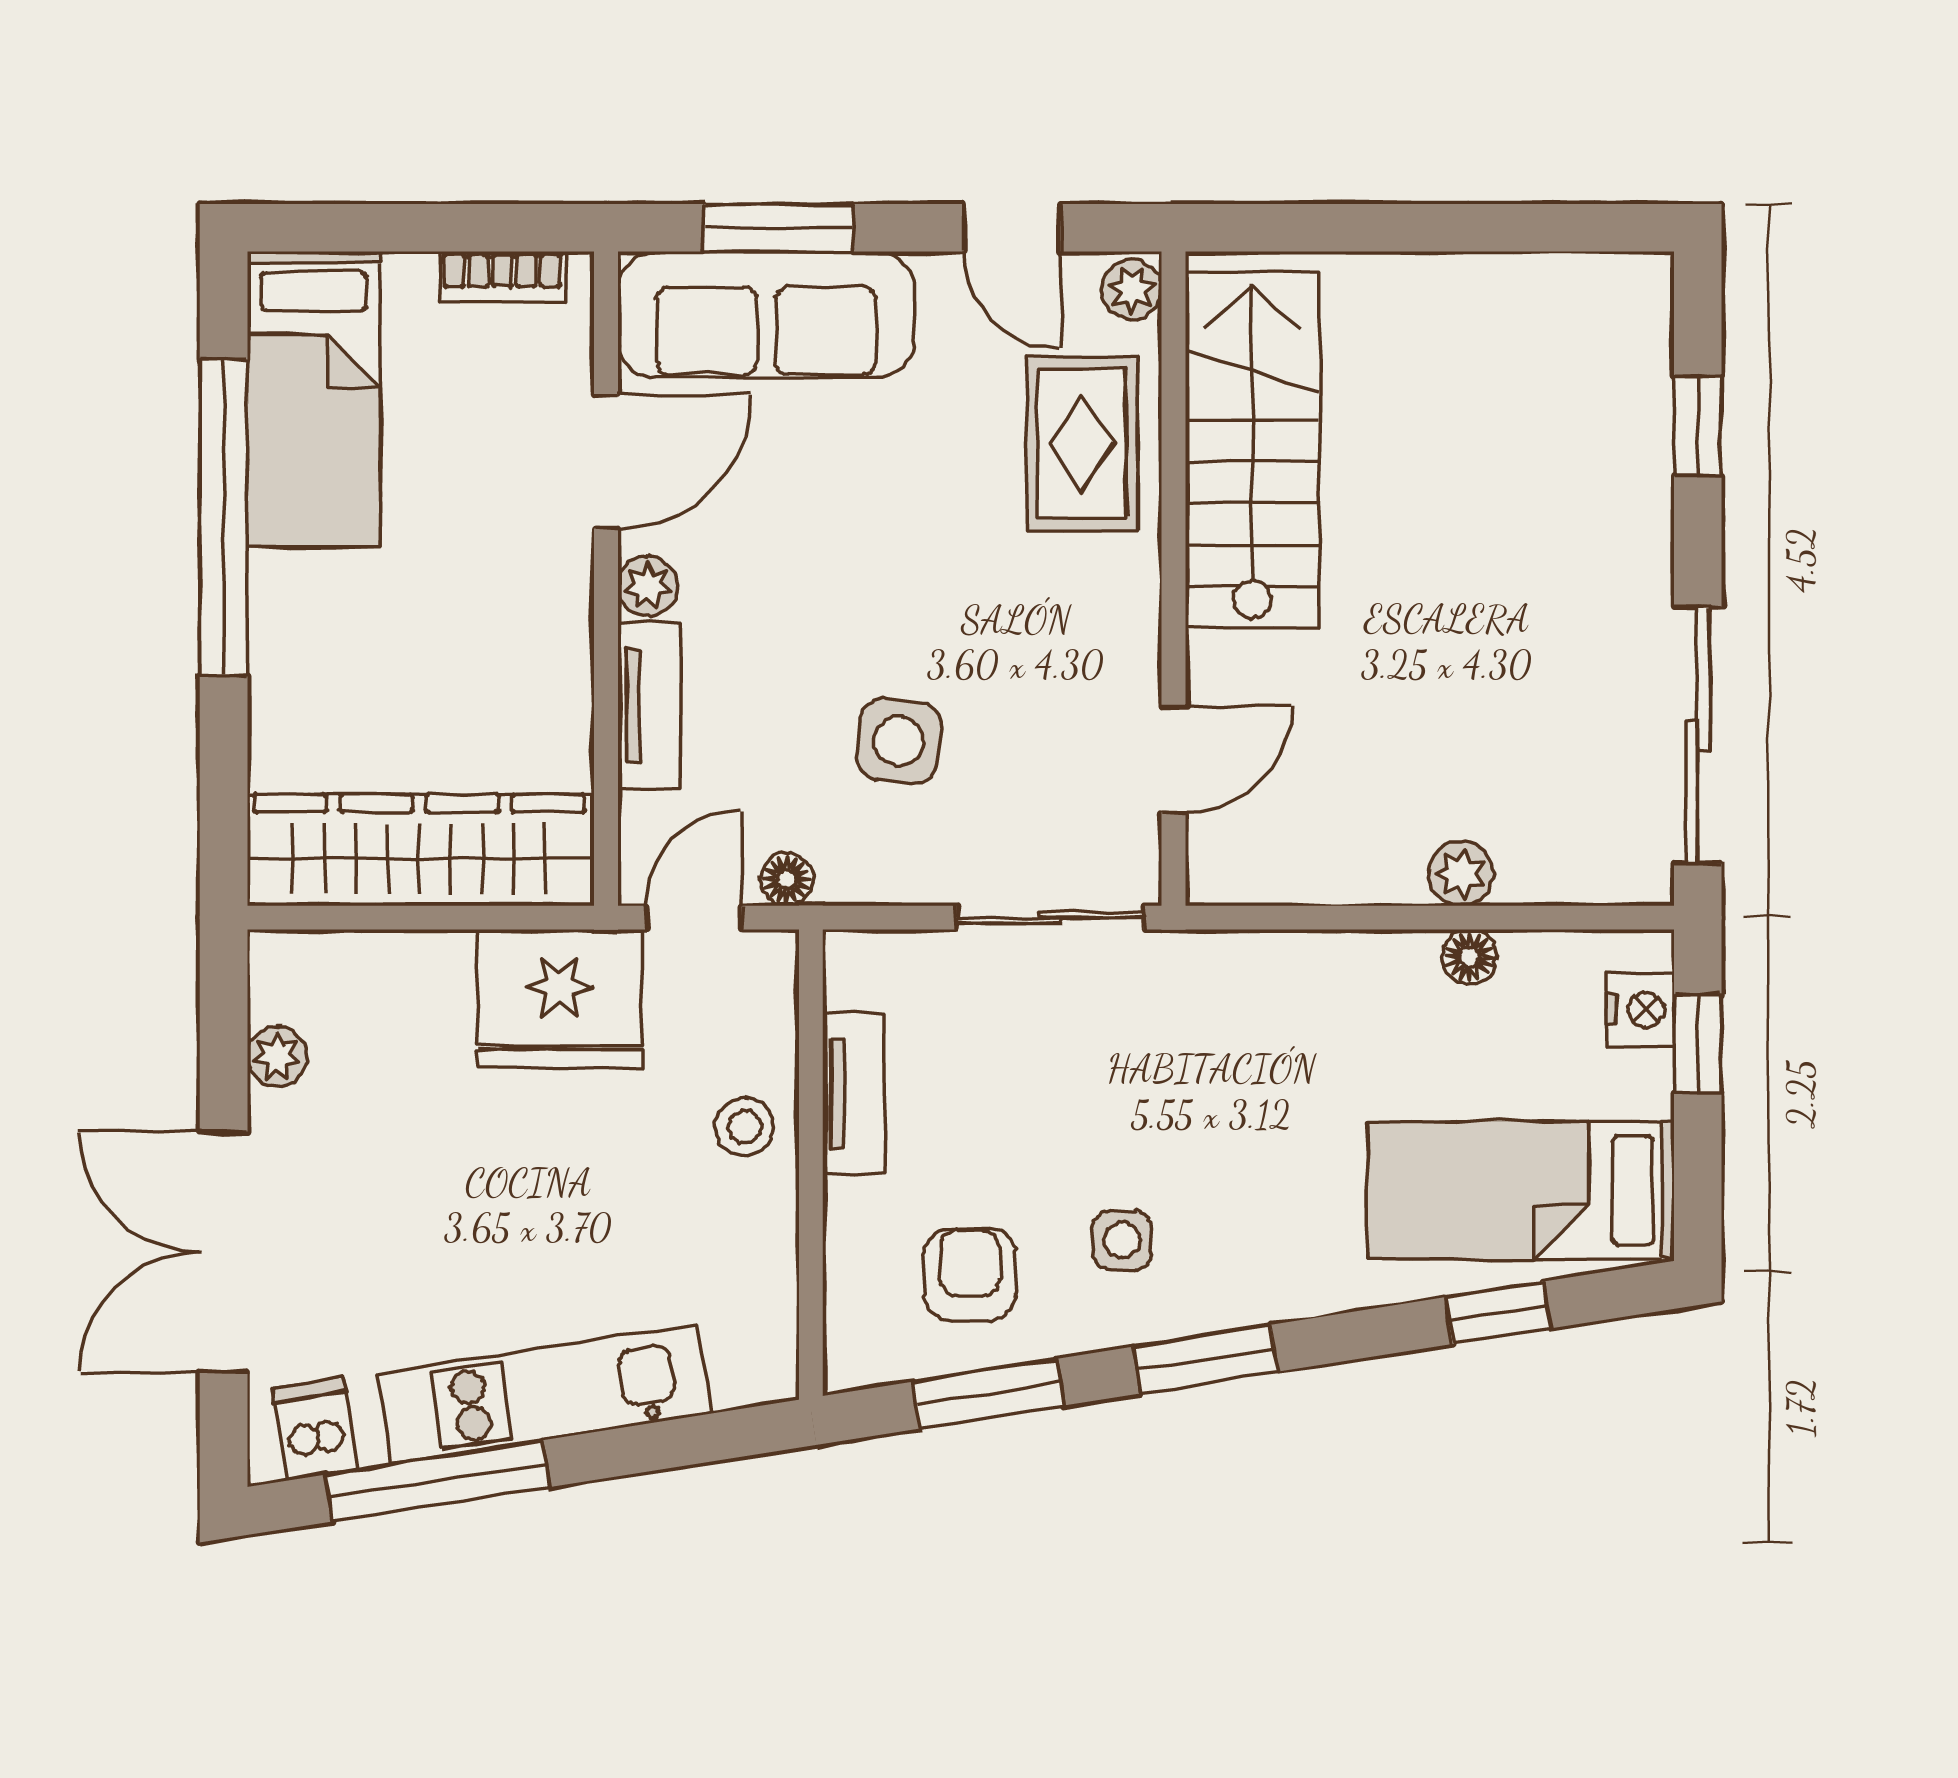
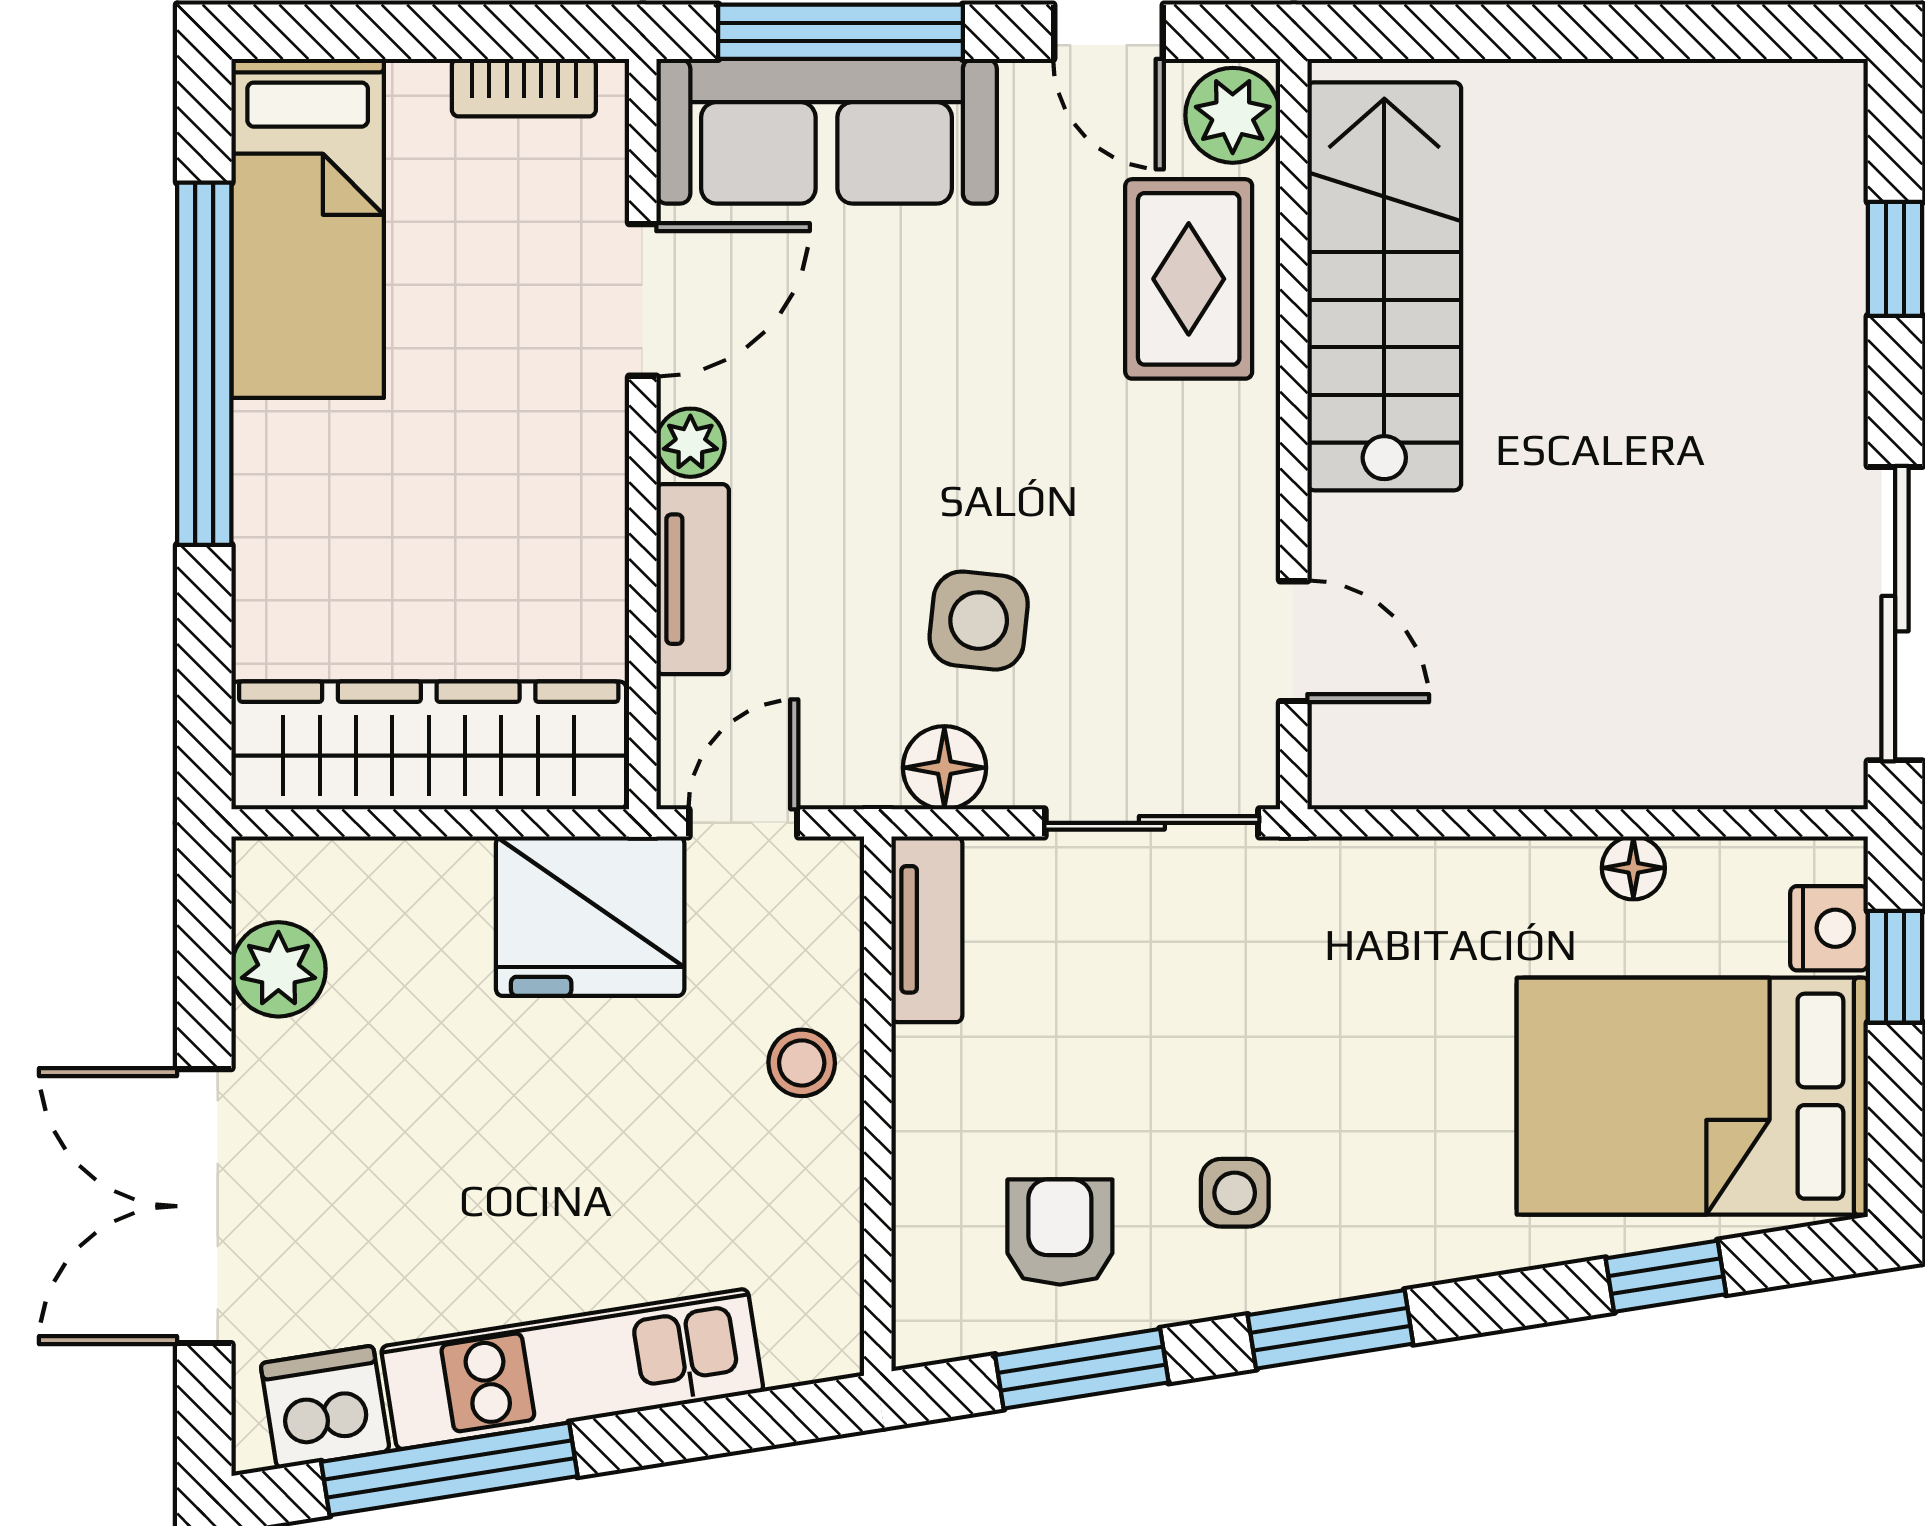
window: (778, 228) -> (840, 32), width x1.44
plant: (1132, 289) -> (1233, 115), width x1.38, depth x1.38
door: (1174, 759) -> (1294, 641), hinge flipped
plant: (1461, 874) -> (1623, 772), removed
floor lamp: (787, 879) -> (944, 768), moved, width x1.37, depth x1.37
plant: (277, 1057) -> (278, 969), width x1.38, depth x1.38
tv unit: (854, 1094) -> (927, 929), moved
bed: (1521, 1190) -> (1692, 1096), width x1.50
dishwasher: (316, 1429) -> (325, 1407), width x1.38

